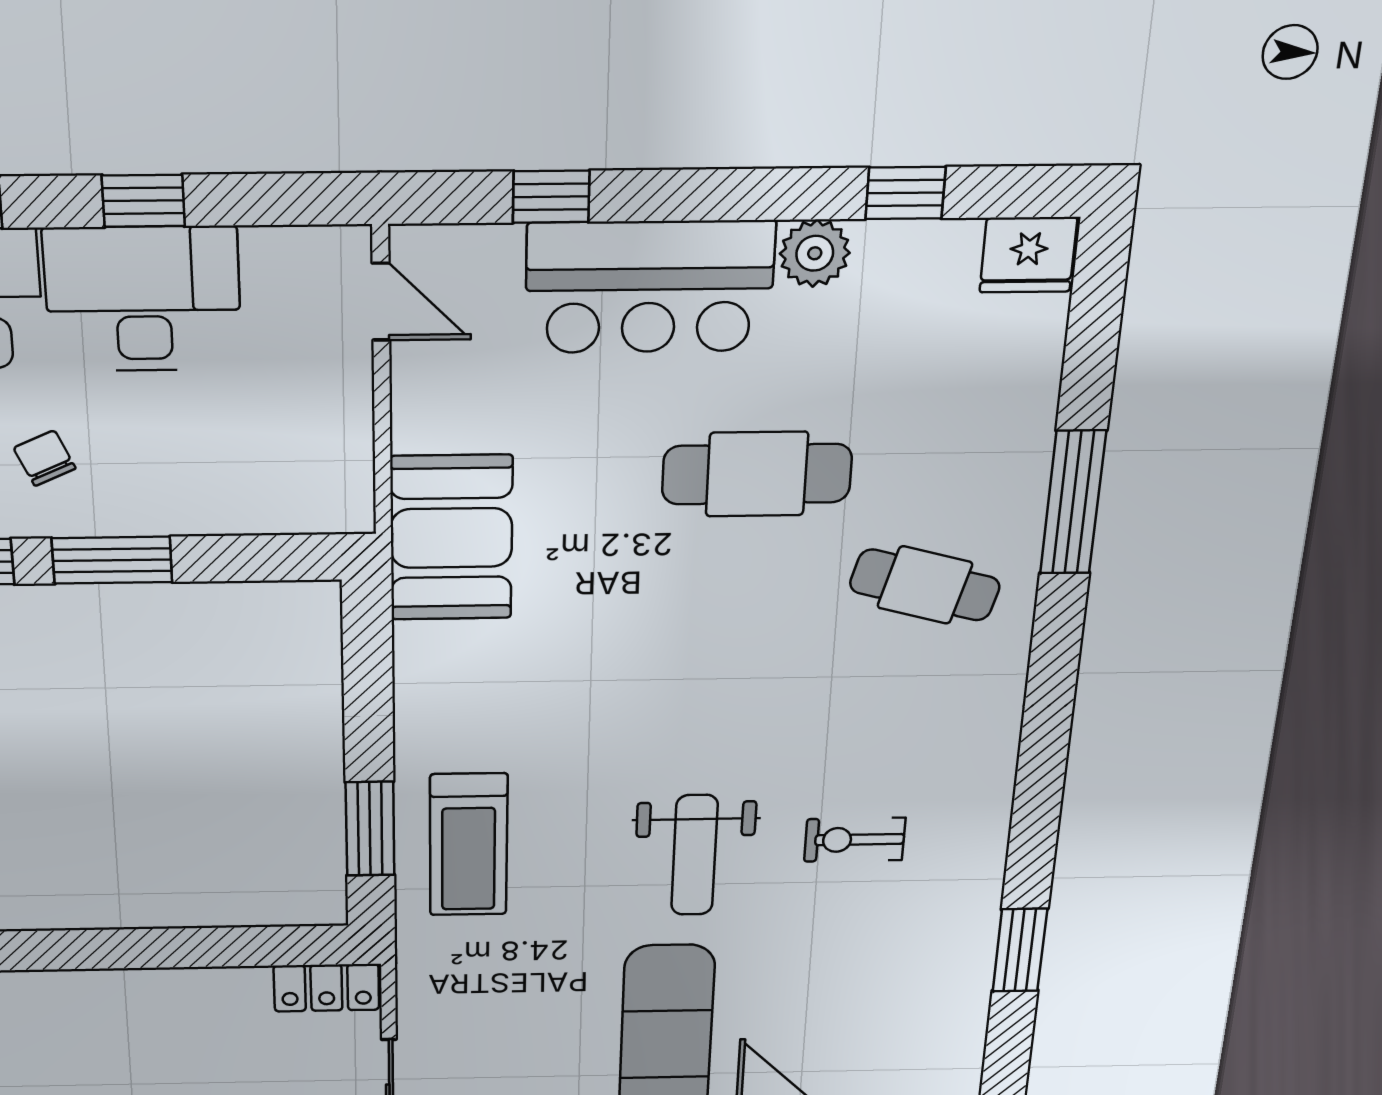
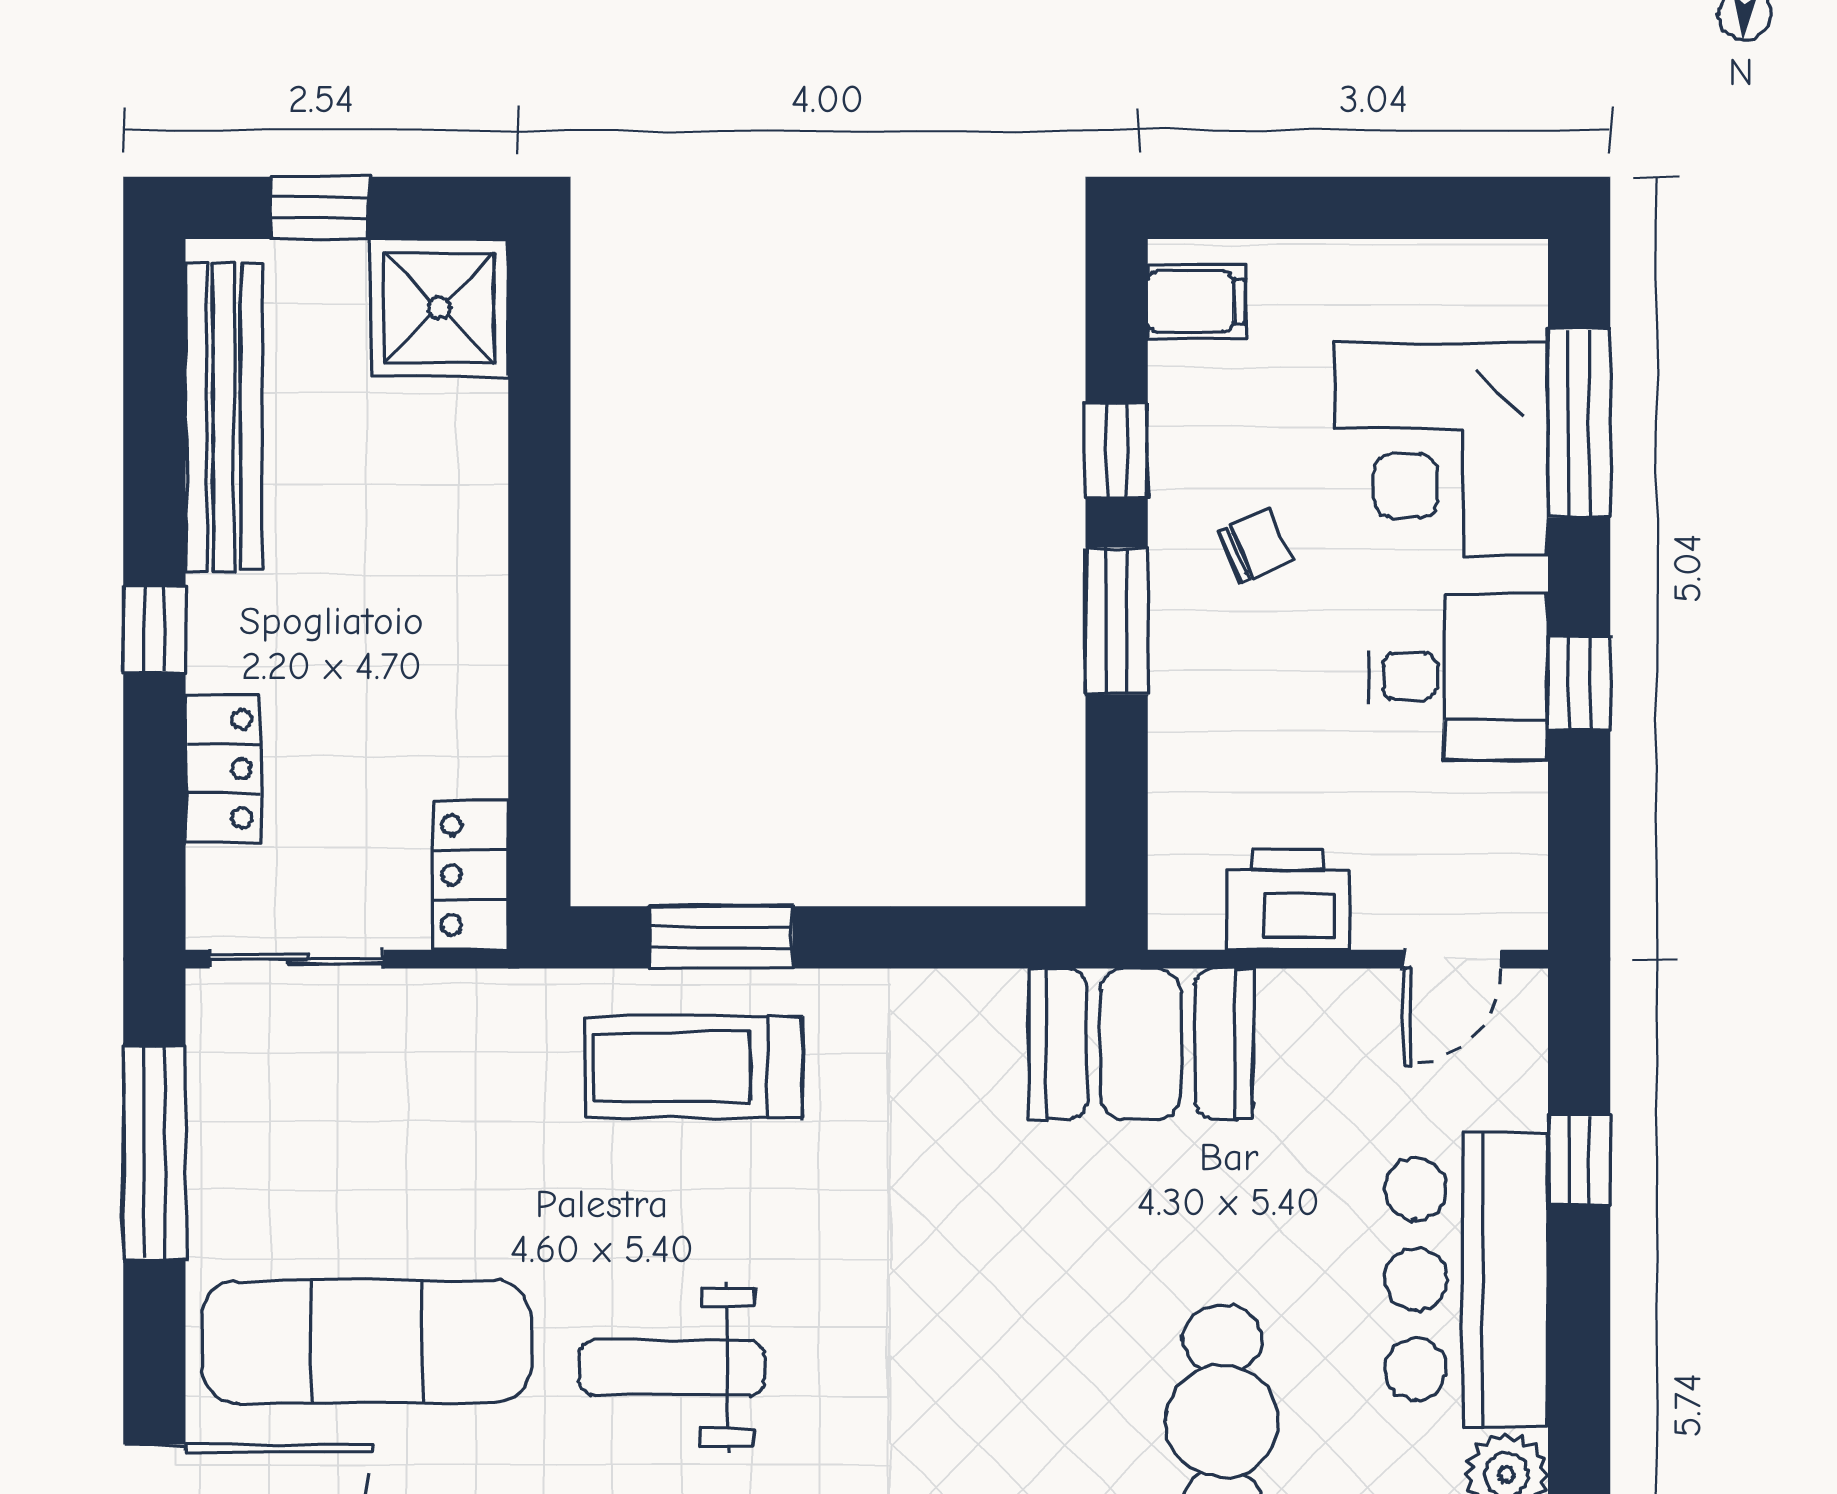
desk: (143, 299) -> (1458, 677), width x0.73
printer: (333, 430) -> (1288, 899), added

